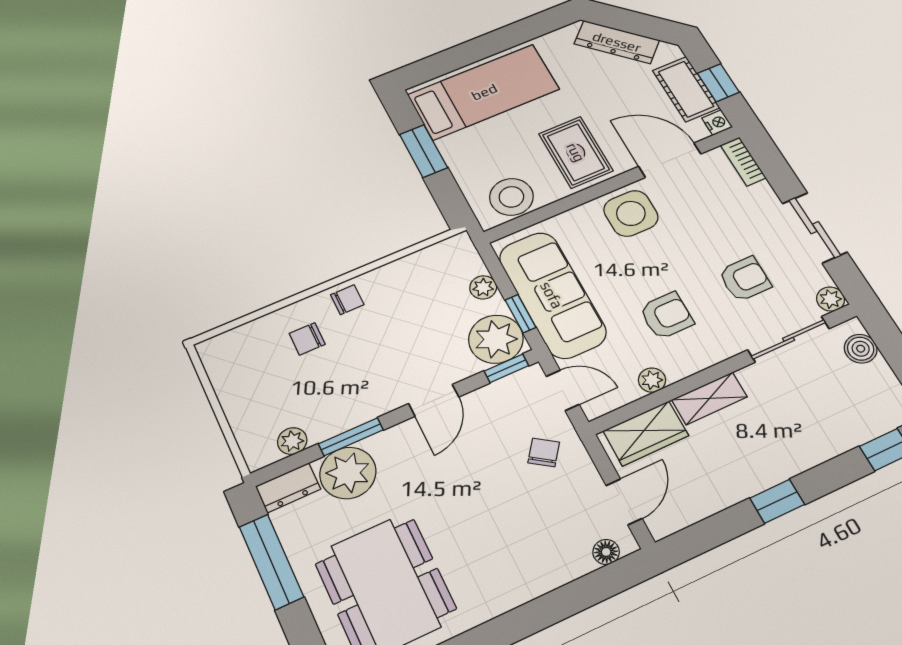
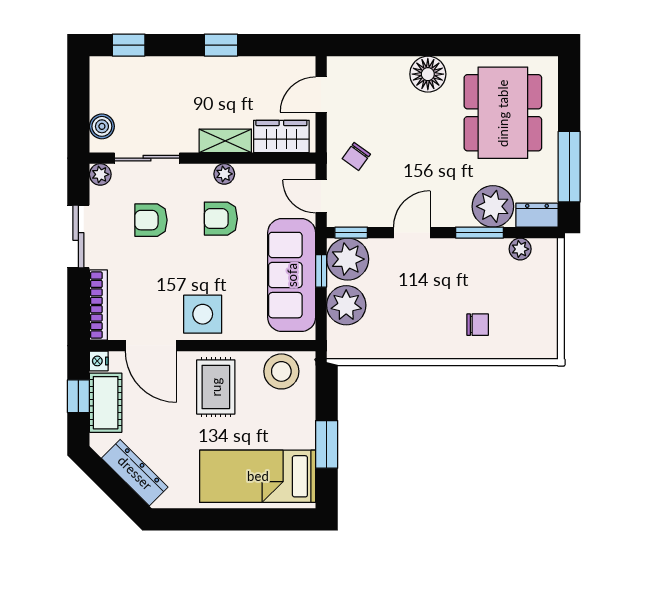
bookcase: (743, 161) -> (98, 305), width x1.56
plant: (483, 287) -> (346, 305), width x1.88, depth x1.88
chair: (347, 300) -> (436, 343), removed
plant: (652, 380) -> (224, 174), moved
floor lamp: (606, 552) -> (428, 74), moved, width x1.89, depth x1.89

